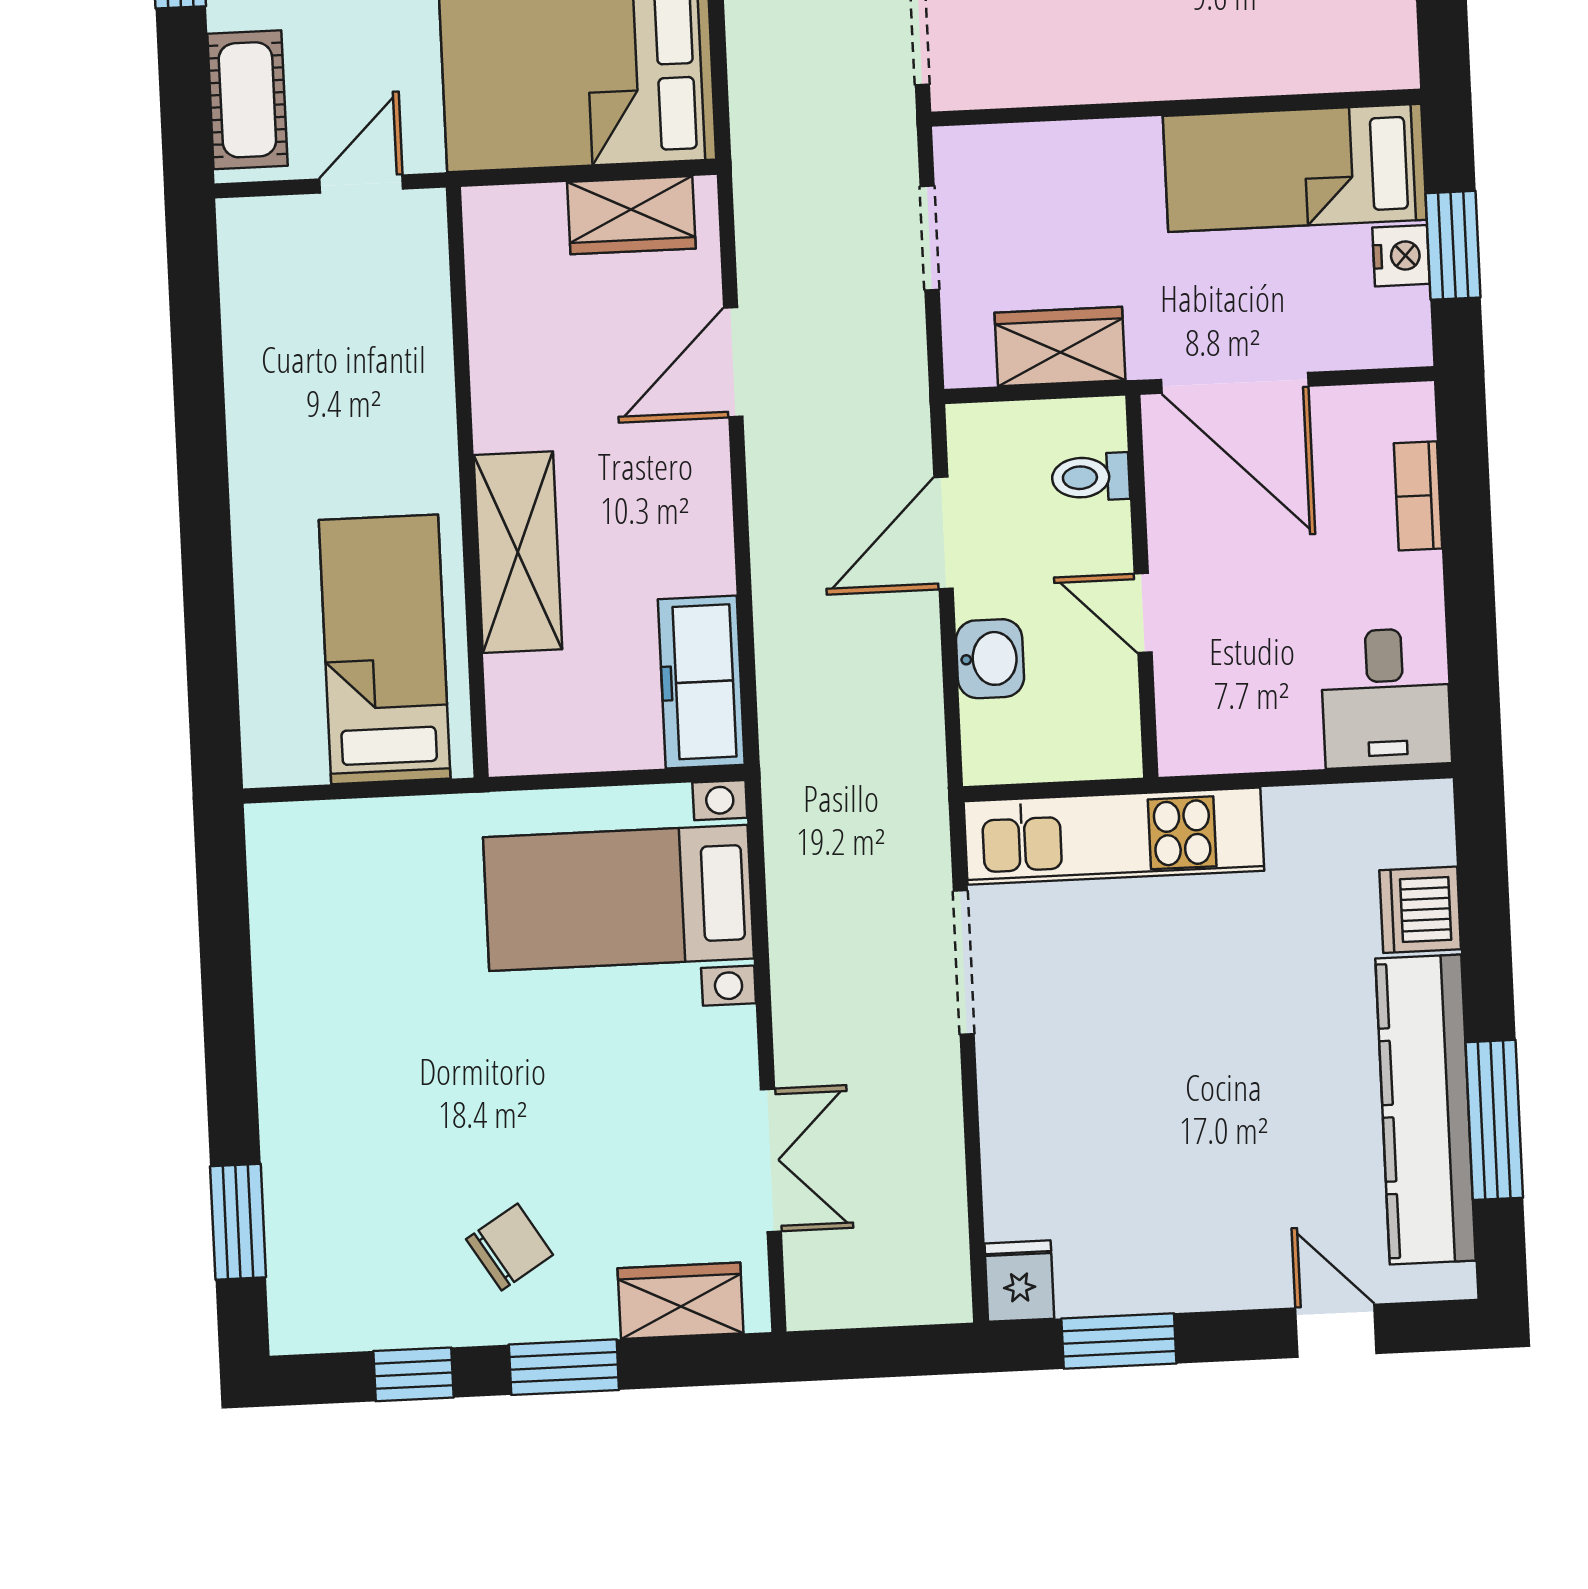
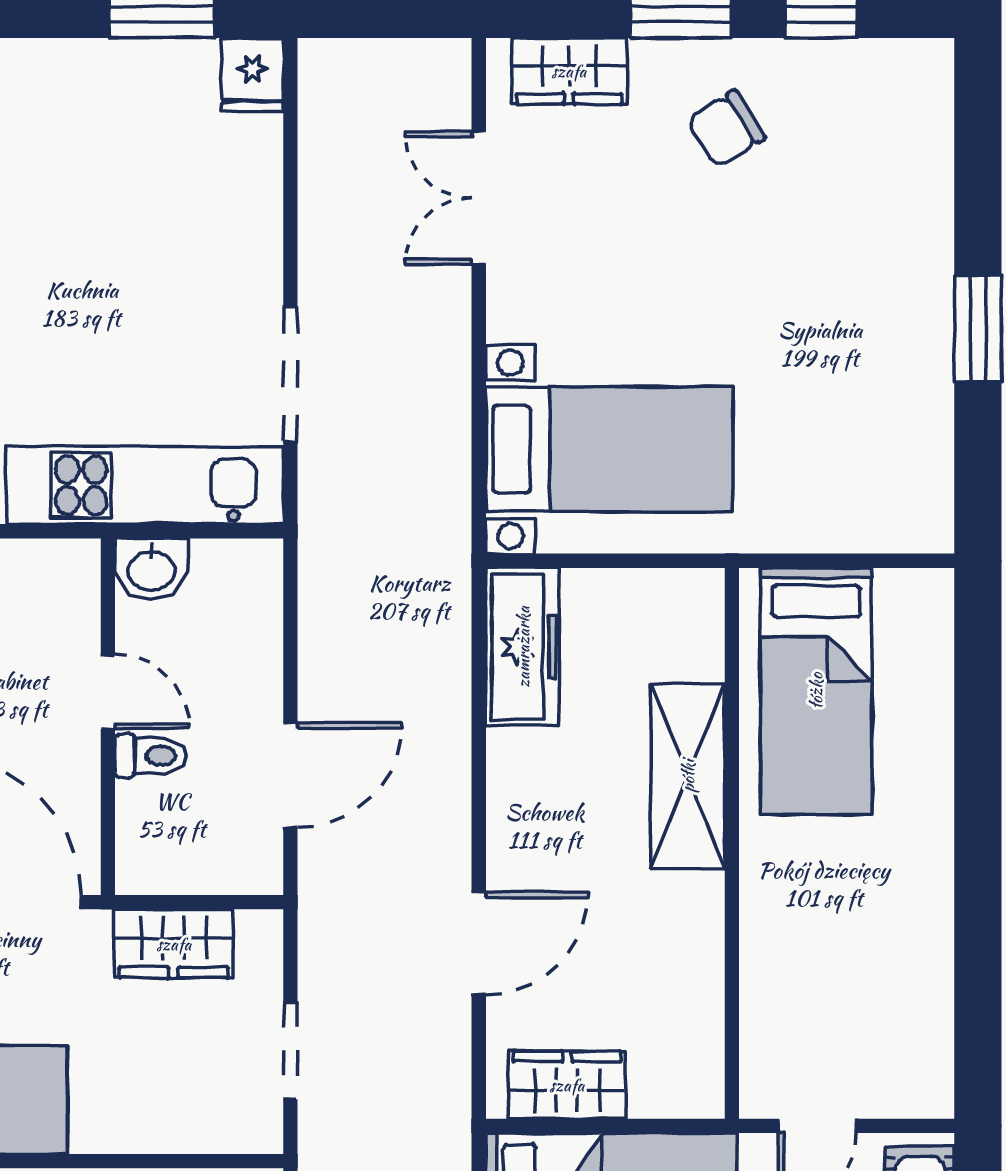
toilet: (1091, 477) -> (151, 756), moved
washbasin: (990, 659) -> (151, 569), moved, turned -90
window: (238, 1222) -> (978, 328), moved

